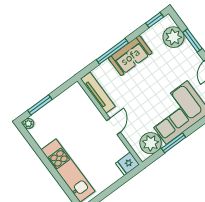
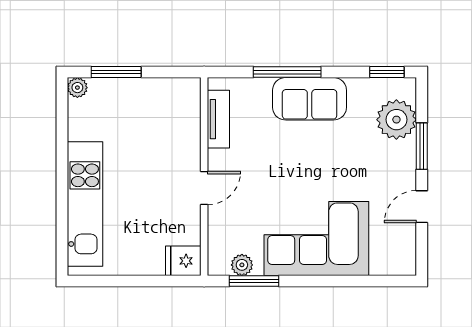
tv unit: (98, 93) -> (218, 119), width x0.71
plant: (151, 143) -> (242, 265), width x0.53, depth x0.53
window: (174, 143) -> (254, 281), moved

